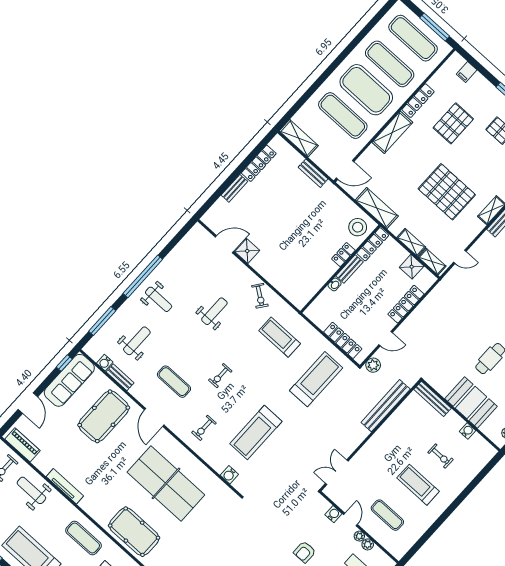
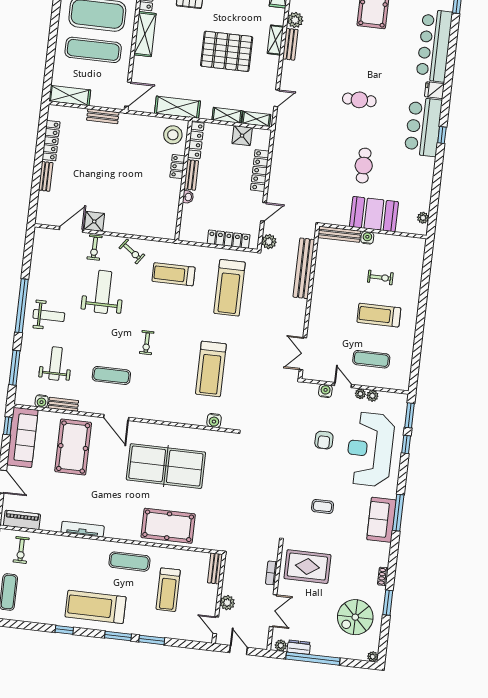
weight bench: (214, 311) -> (103, 292), width x1.36, depth x1.33
treadmill: (316, 379) -> (229, 288), turned 180
exercise bike: (204, 428) -> (95, 248), moved
water cooler: (467, 431) -> (367, 238), moved
weight bench: (31, 490) -> (57, 553), removed

